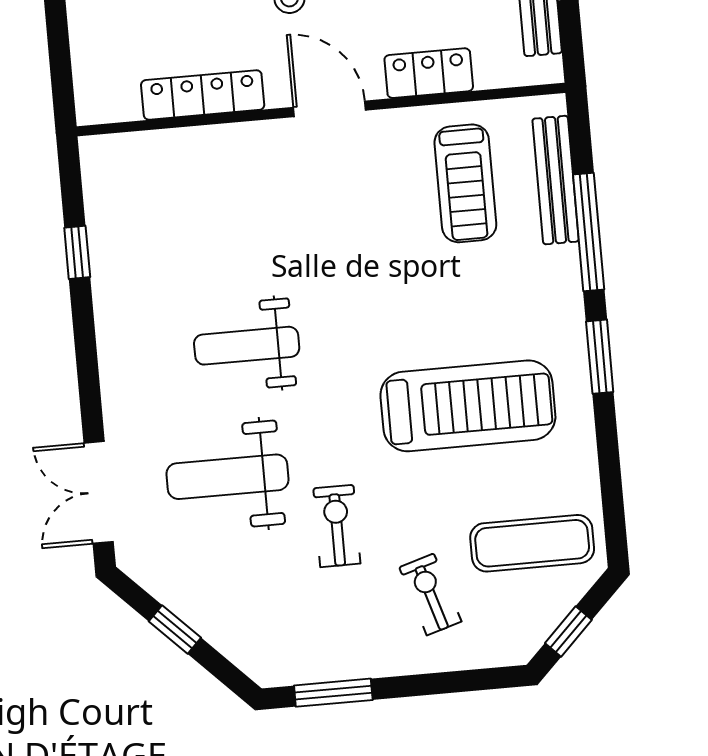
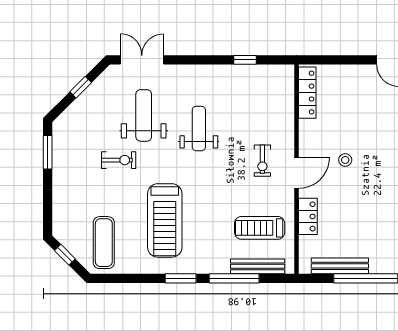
locker: (203, 95) -> (307, 93), moved
exercise bike: (430, 594) -> (262, 161), moved, turned 107

